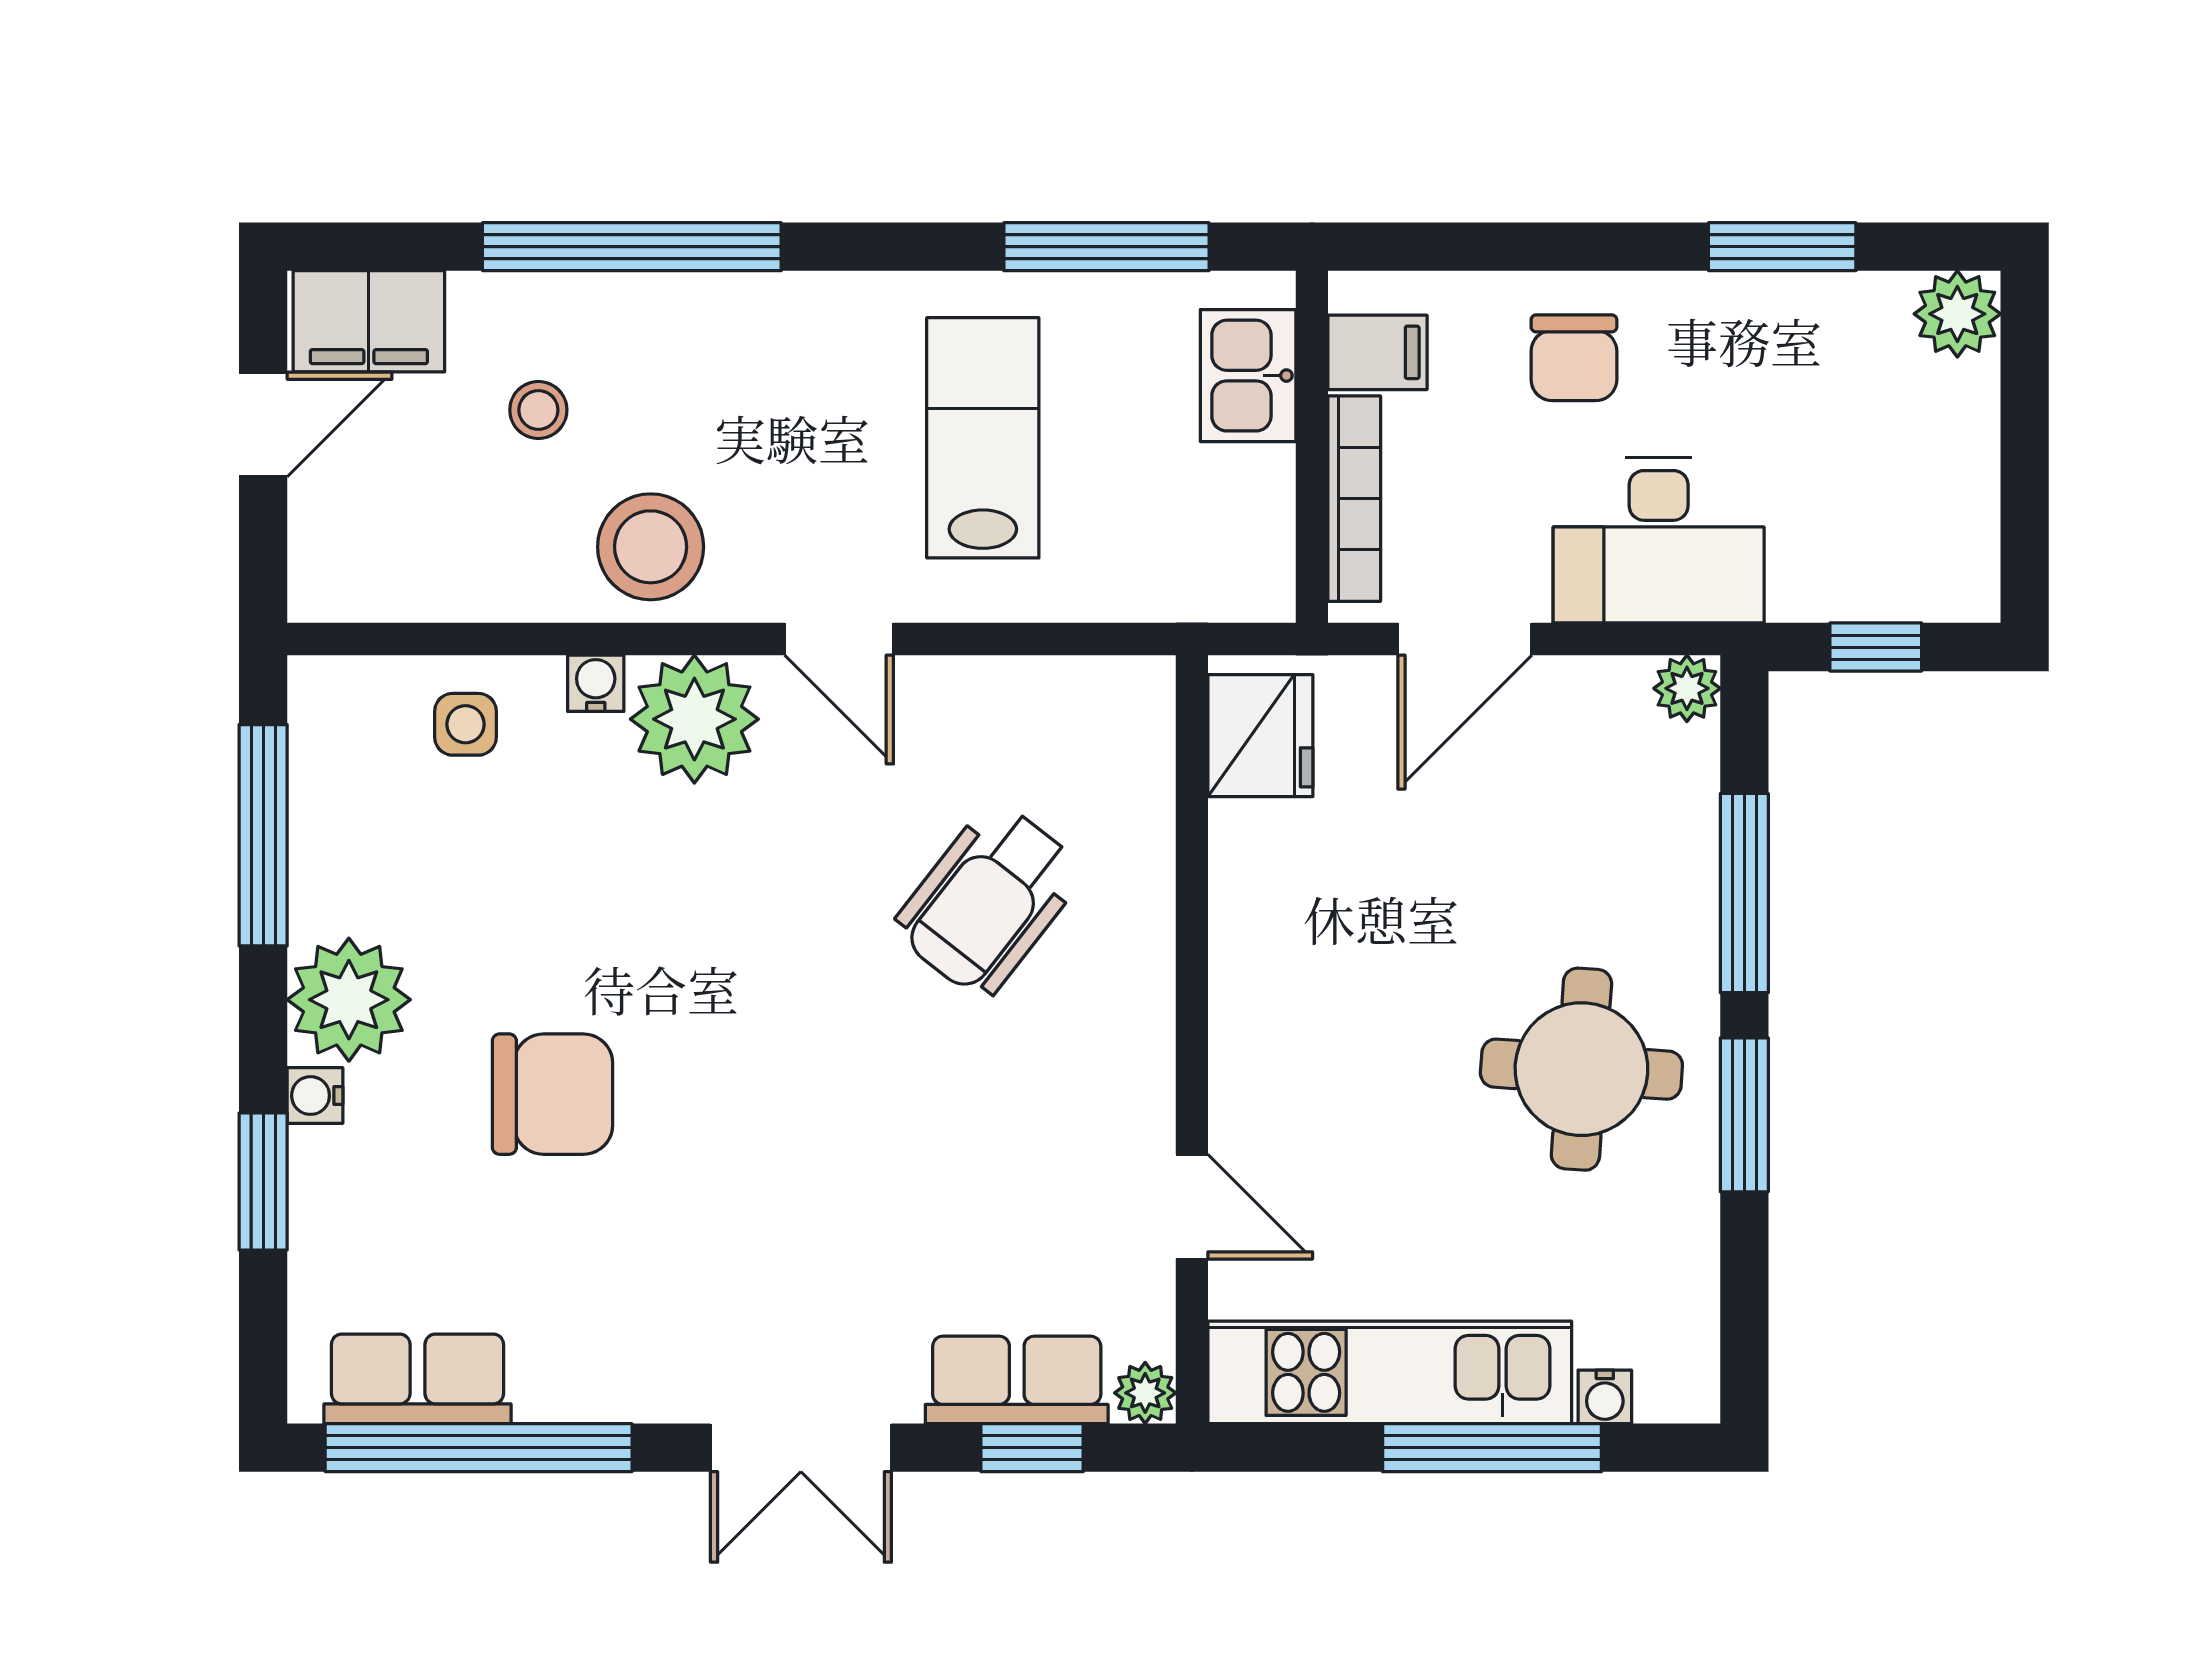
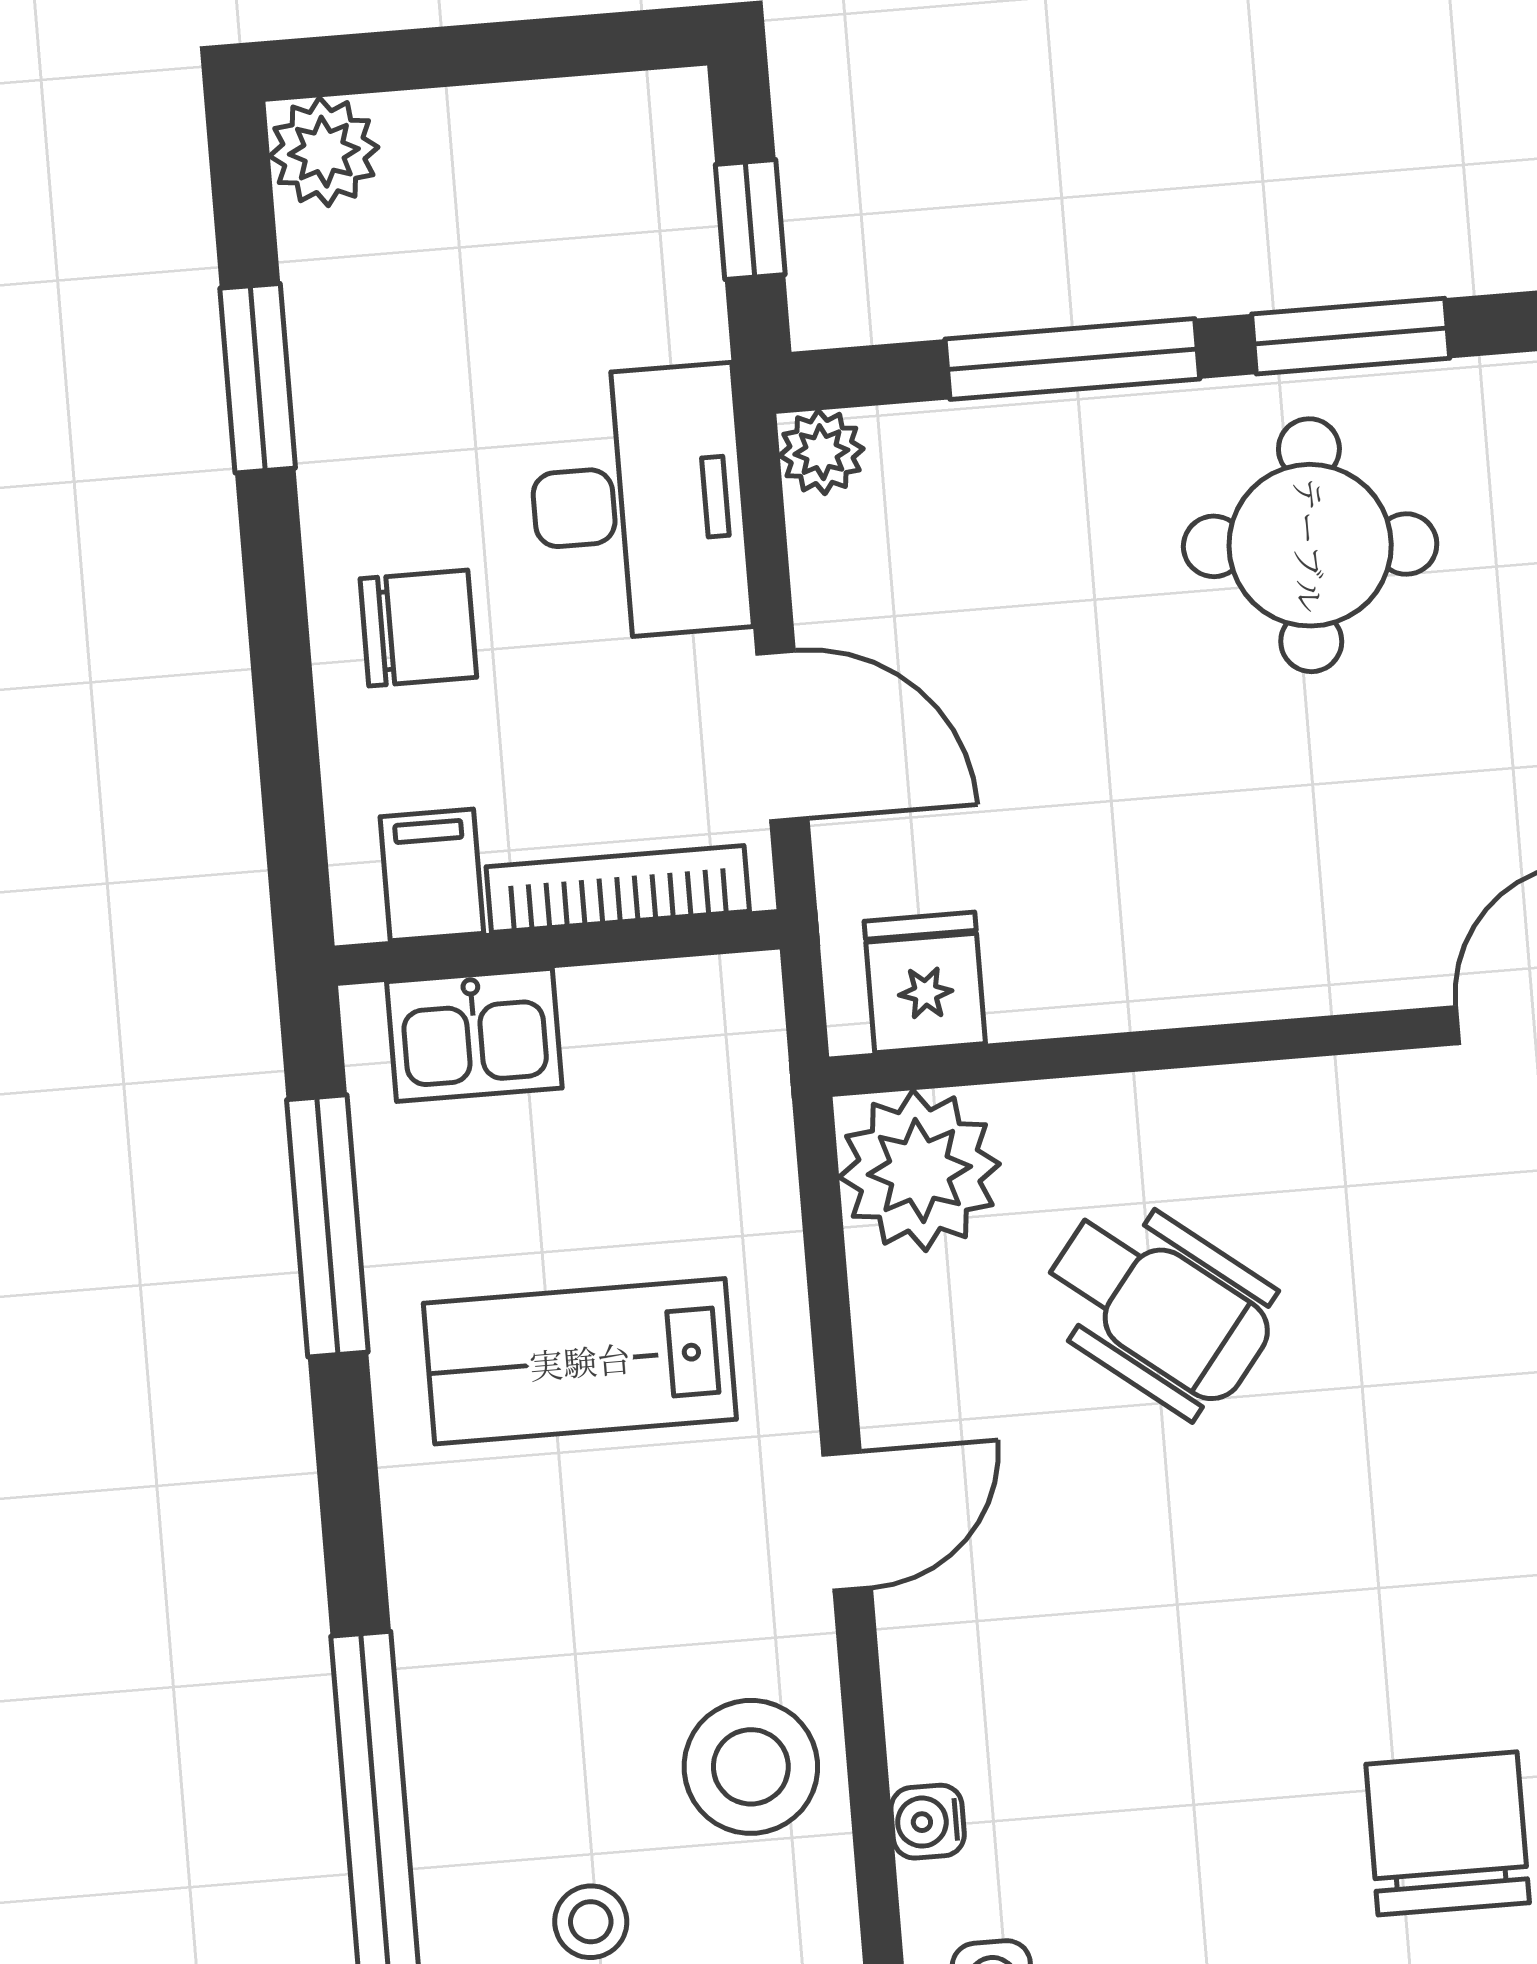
plant: (694, 719) -> (919, 1170), moved
fridge: (1260, 736) -> (925, 982), width x0.72

